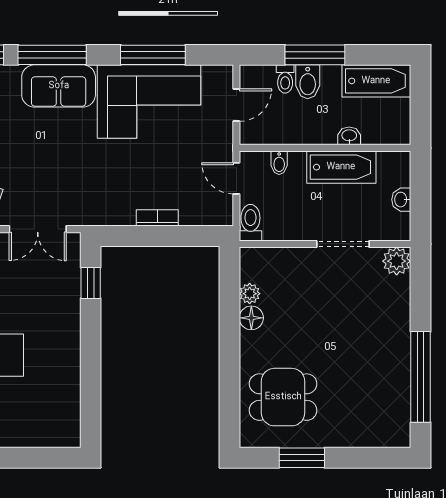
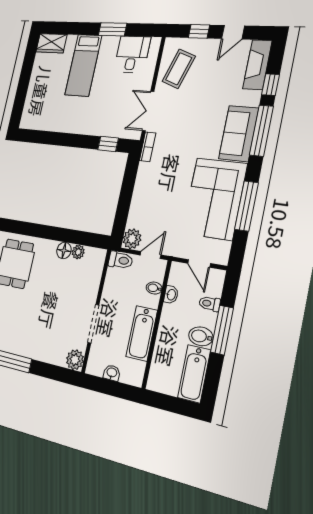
bidet: (308, 82) -> (201, 336), moved
washbasin: (349, 136) -> (171, 295), moved
plant: (219, 212) -> (132, 239), added
bookcase: (157, 218) -> (148, 147), moved

